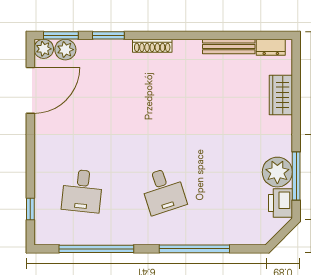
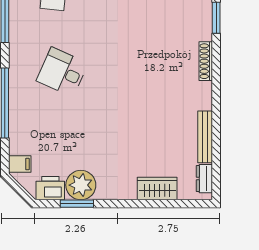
window: (296, 176) -> (77, 204), width x0.69
desk: (163, 191) -> (62, 72), turned 42
filing cabinet: (256, 234) -> (20, 164), added

